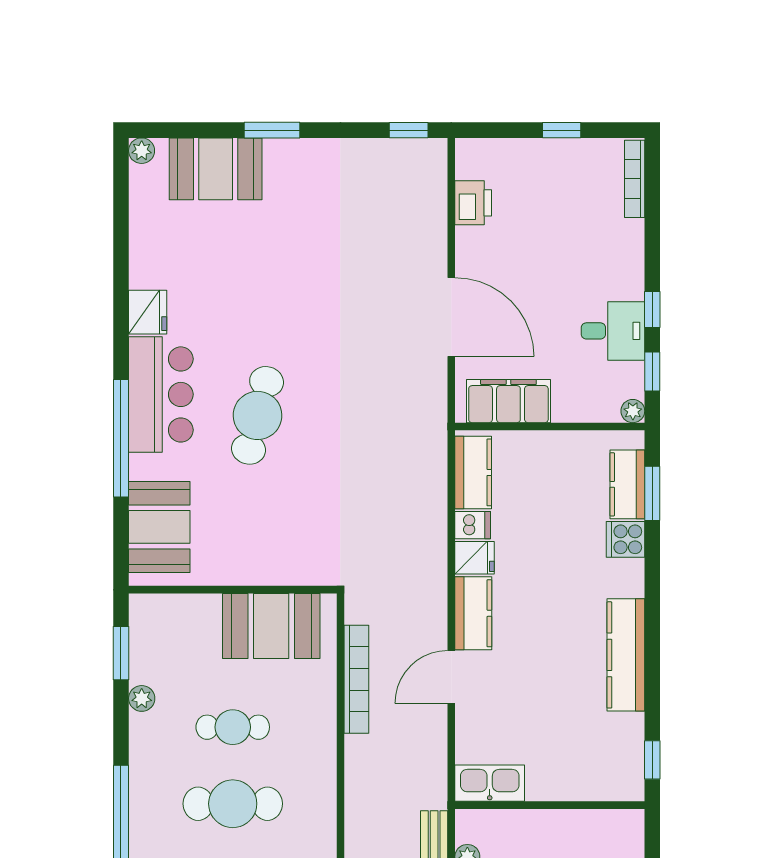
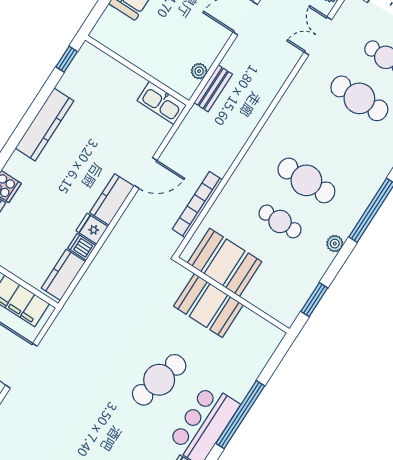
booth: (159, 527) -> (208, 306), moved, turned 90
plant: (142, 698) -> (335, 244), moved

